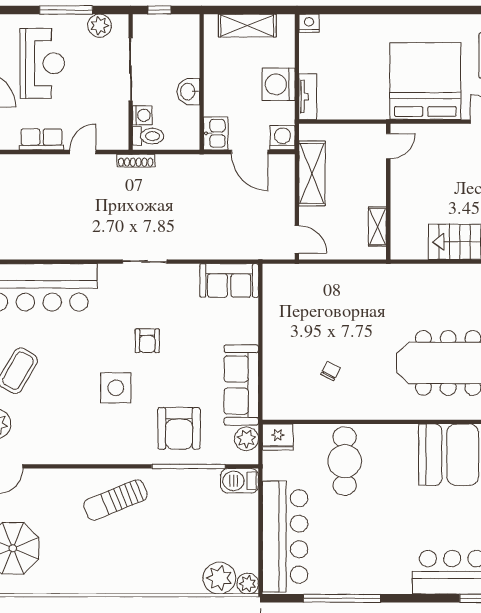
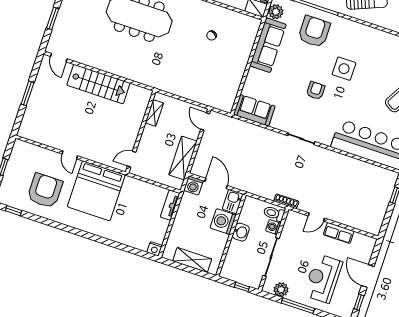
washing machine: (279, 84) -> (223, 222), moved, turned 180

